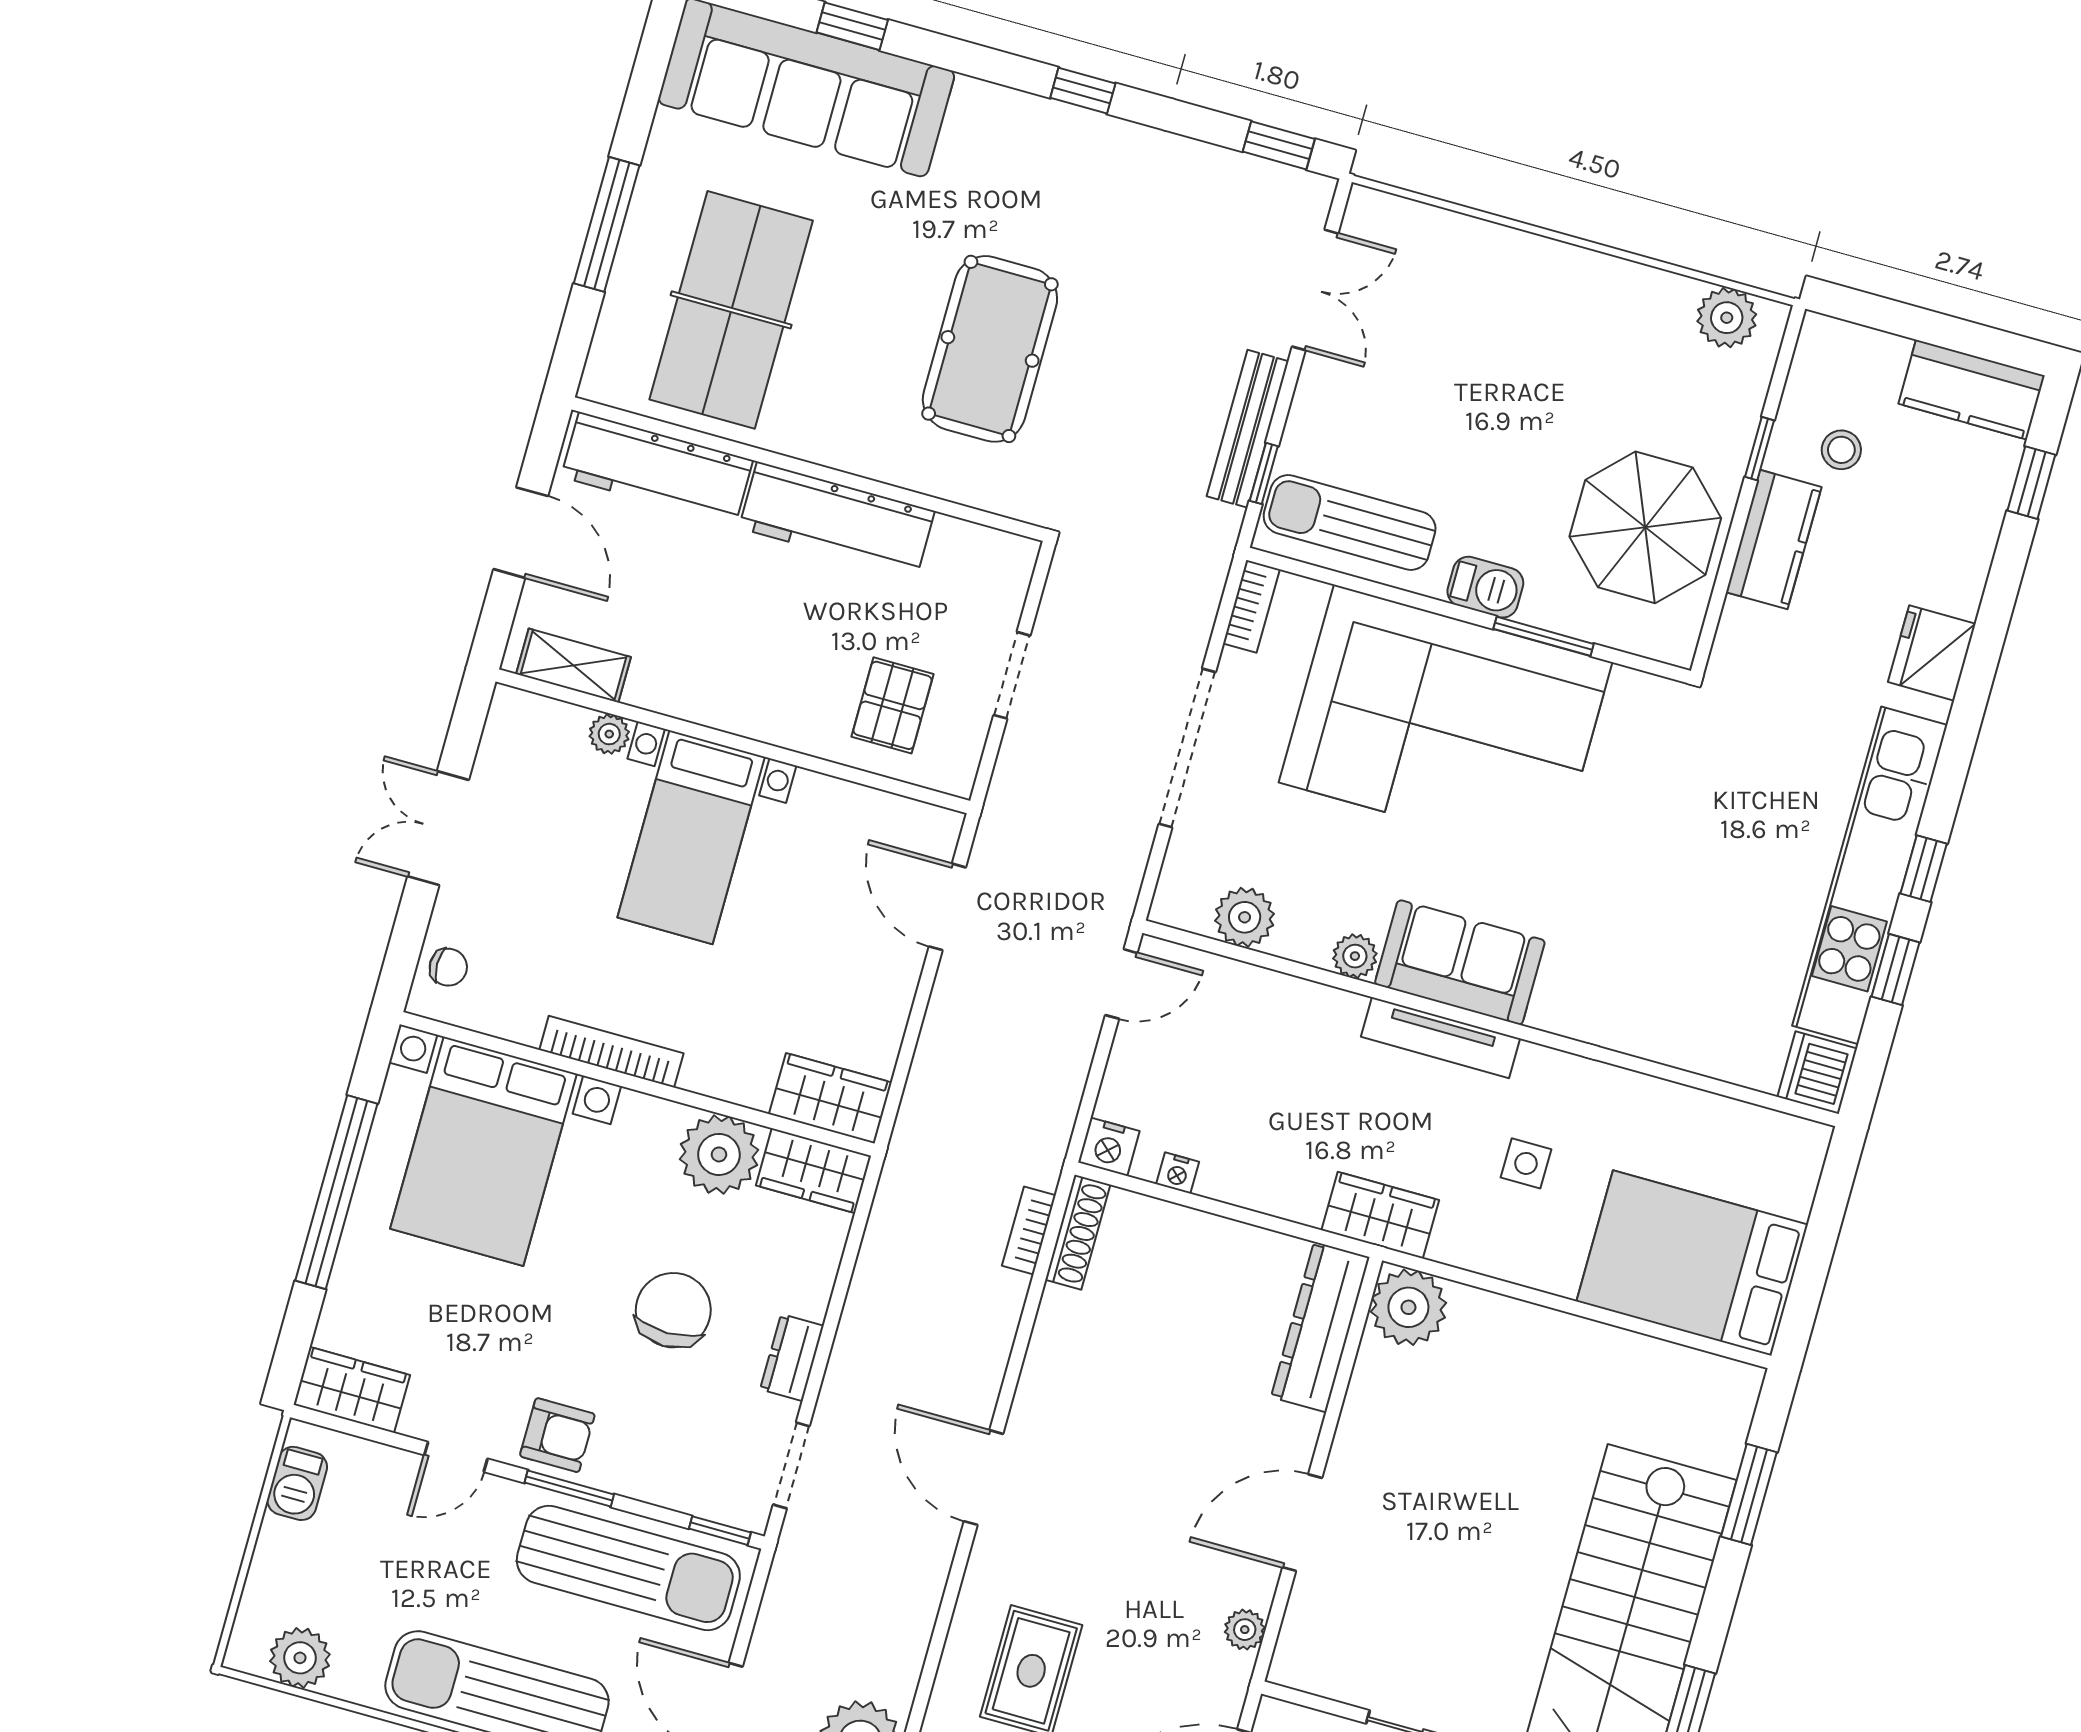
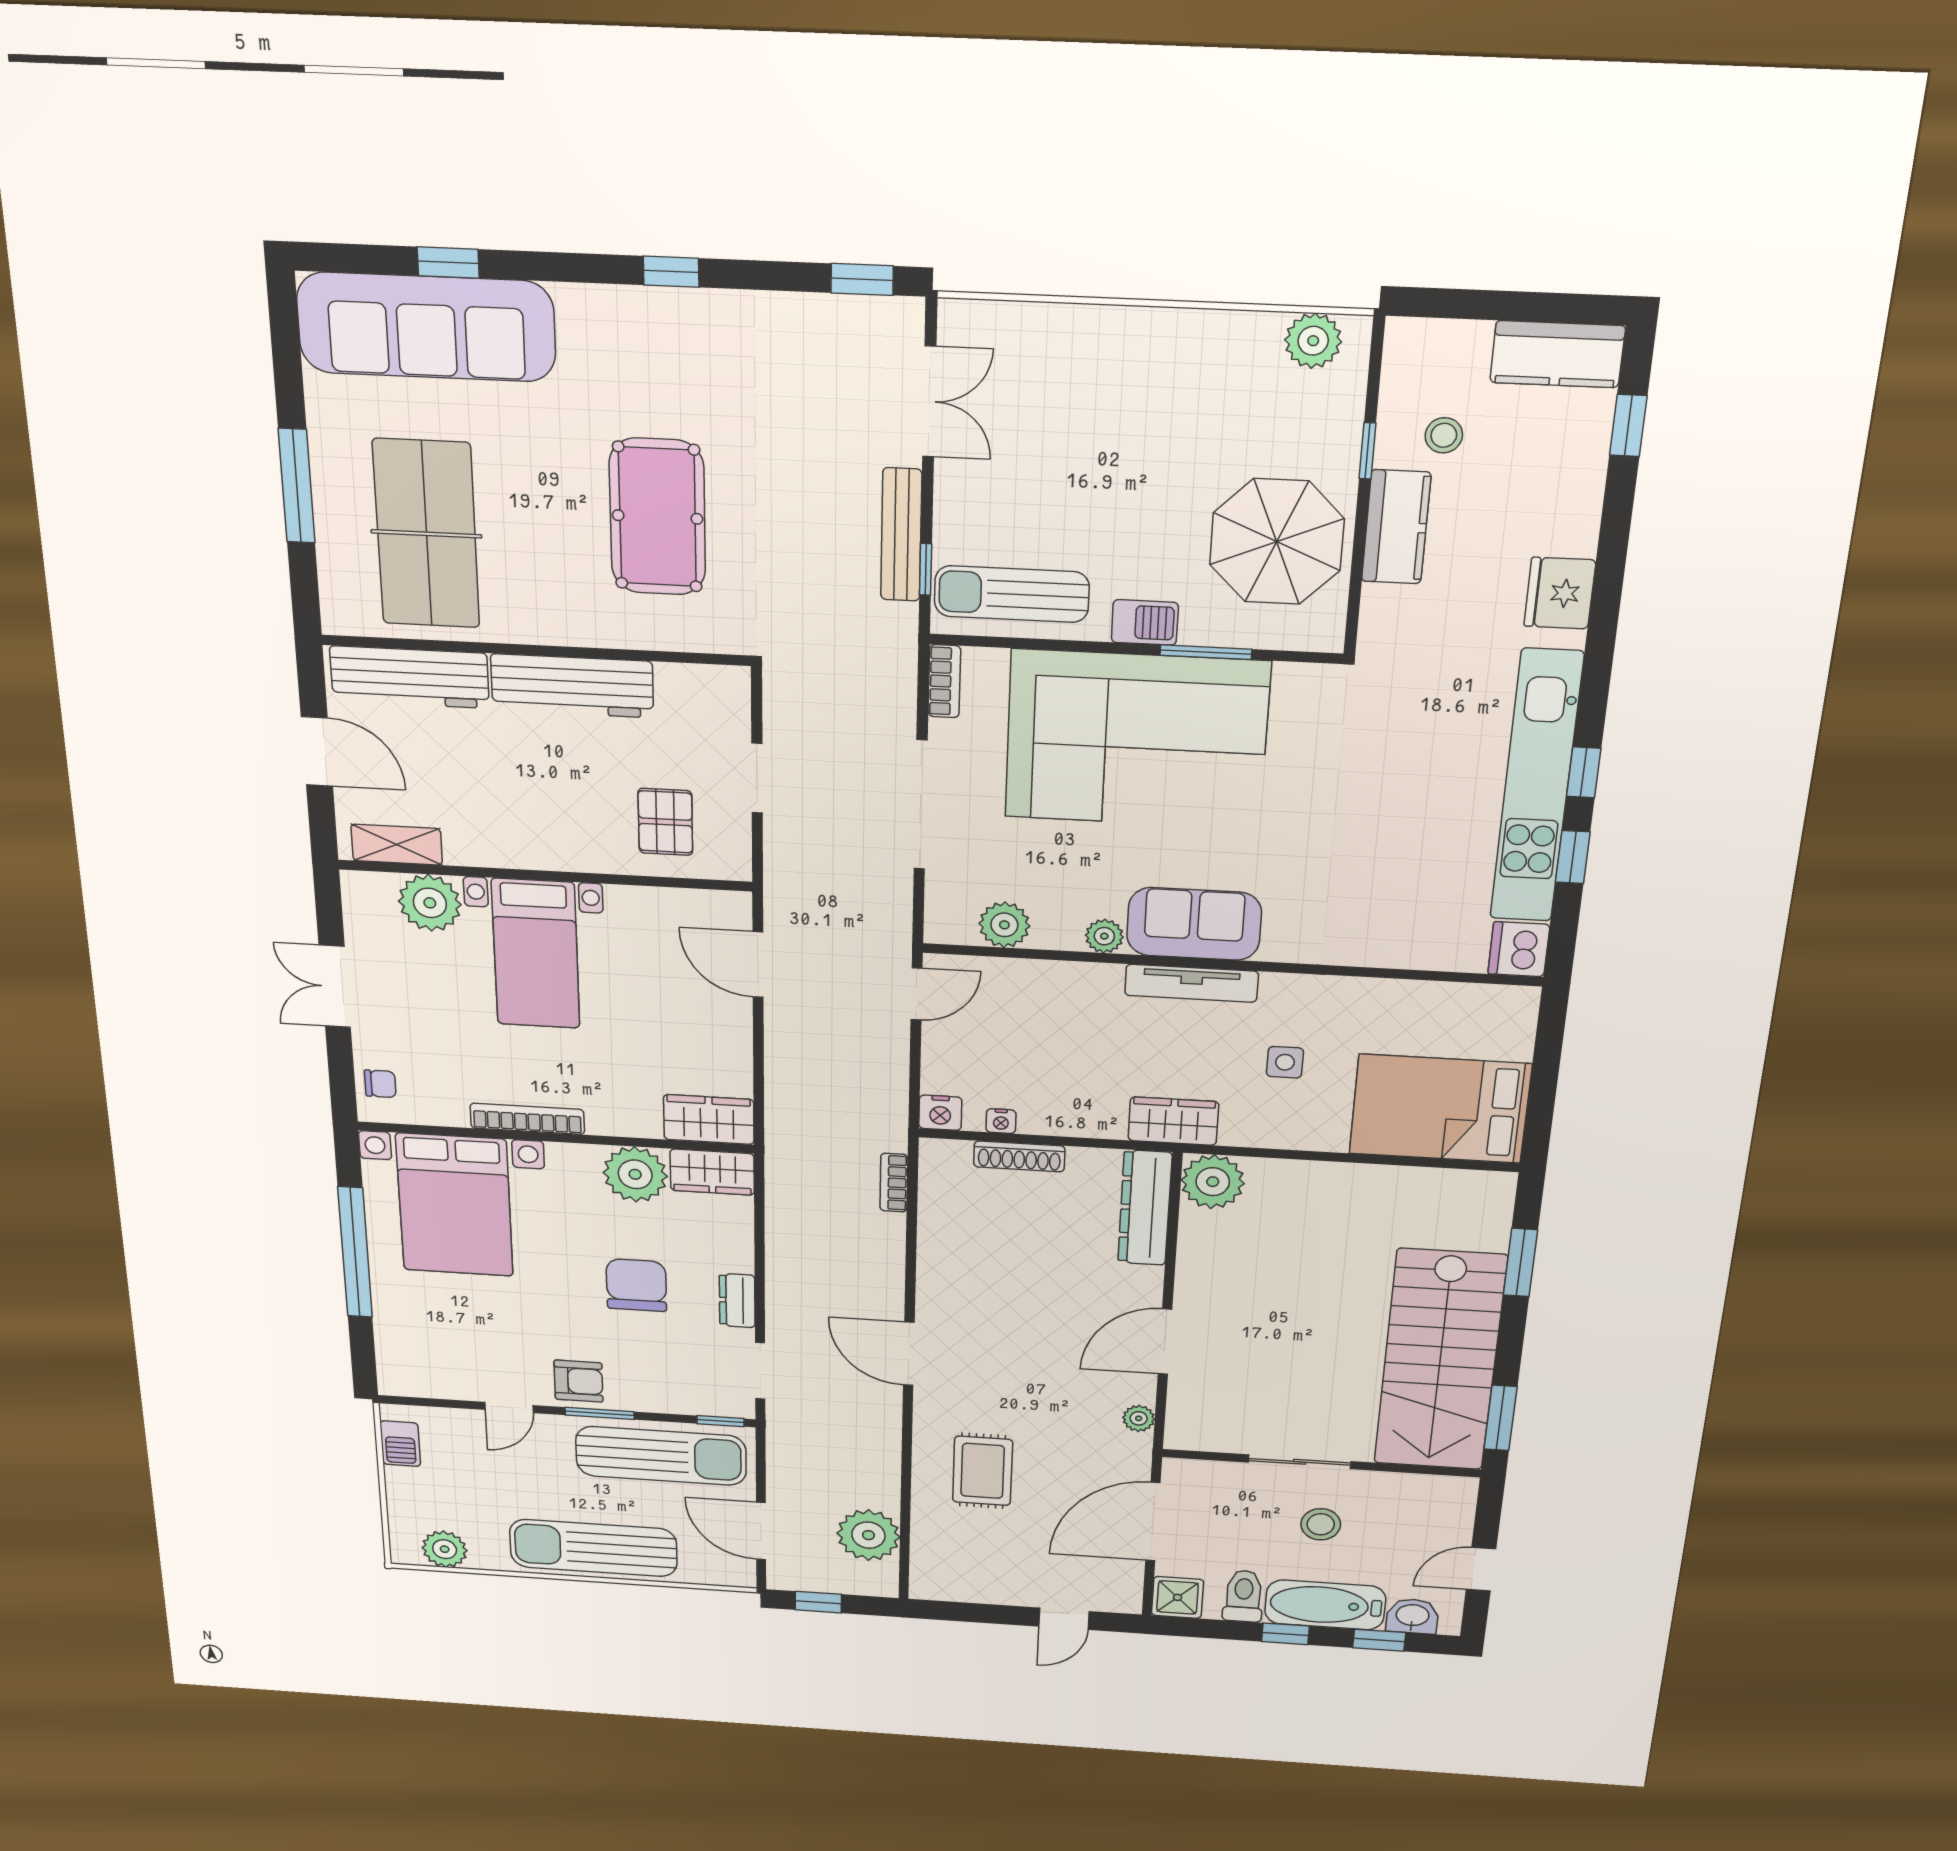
plant: (609, 734) -> (430, 903), width x1.88, depth x1.88
shoe rack: (1078, 1232) -> (1019, 1156), moved, turned 90
wardrobe: (352, 1390) -> (417, 1378), removed

